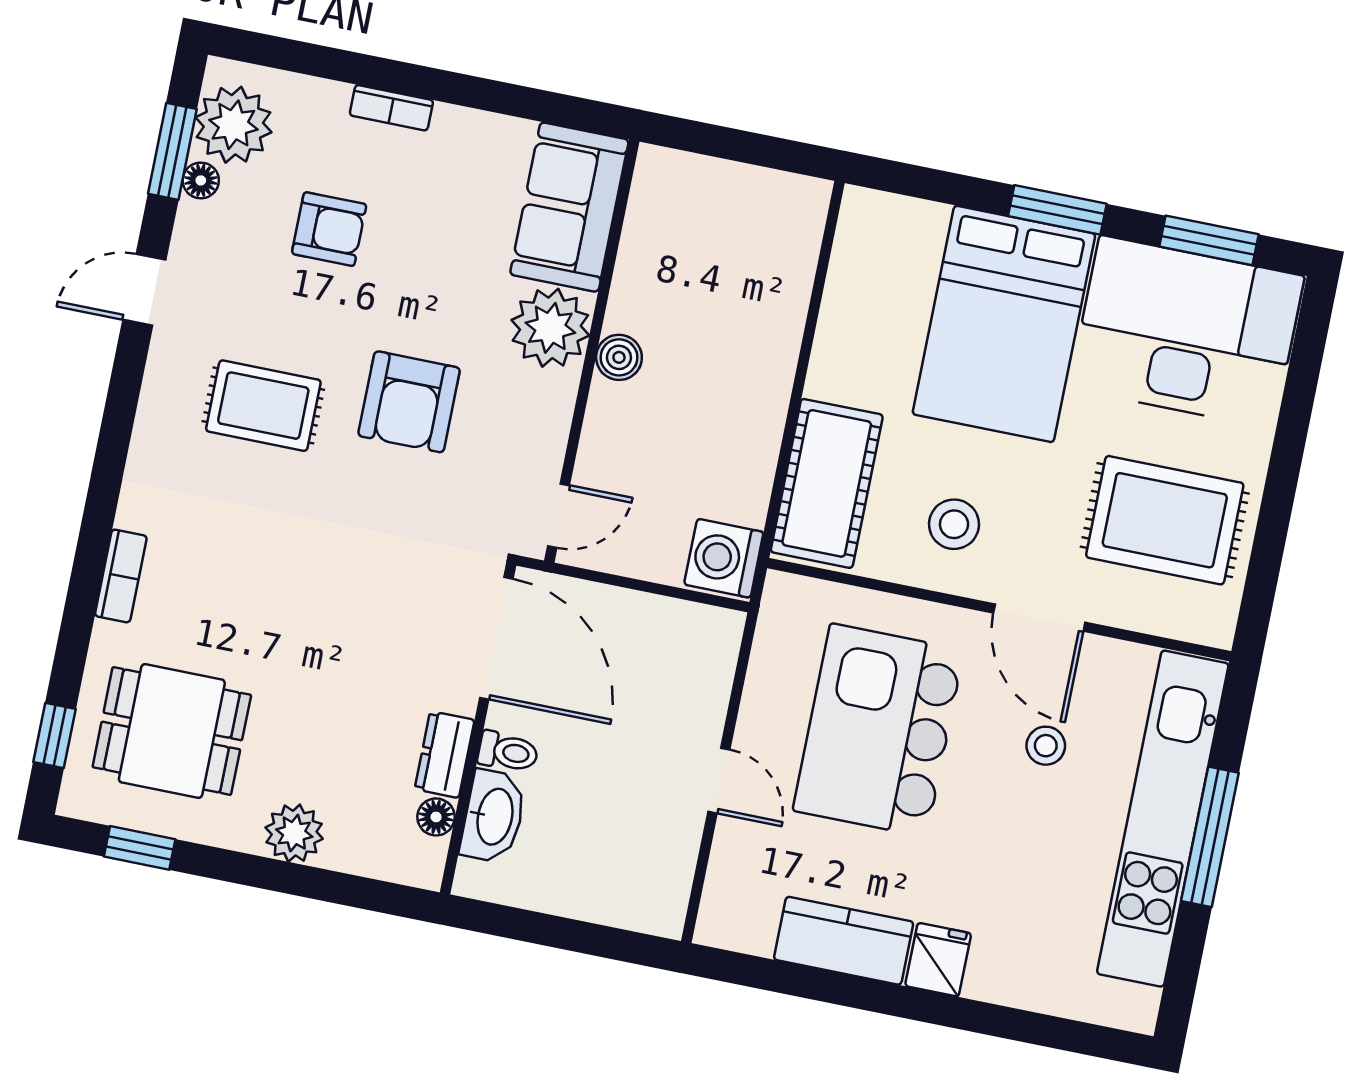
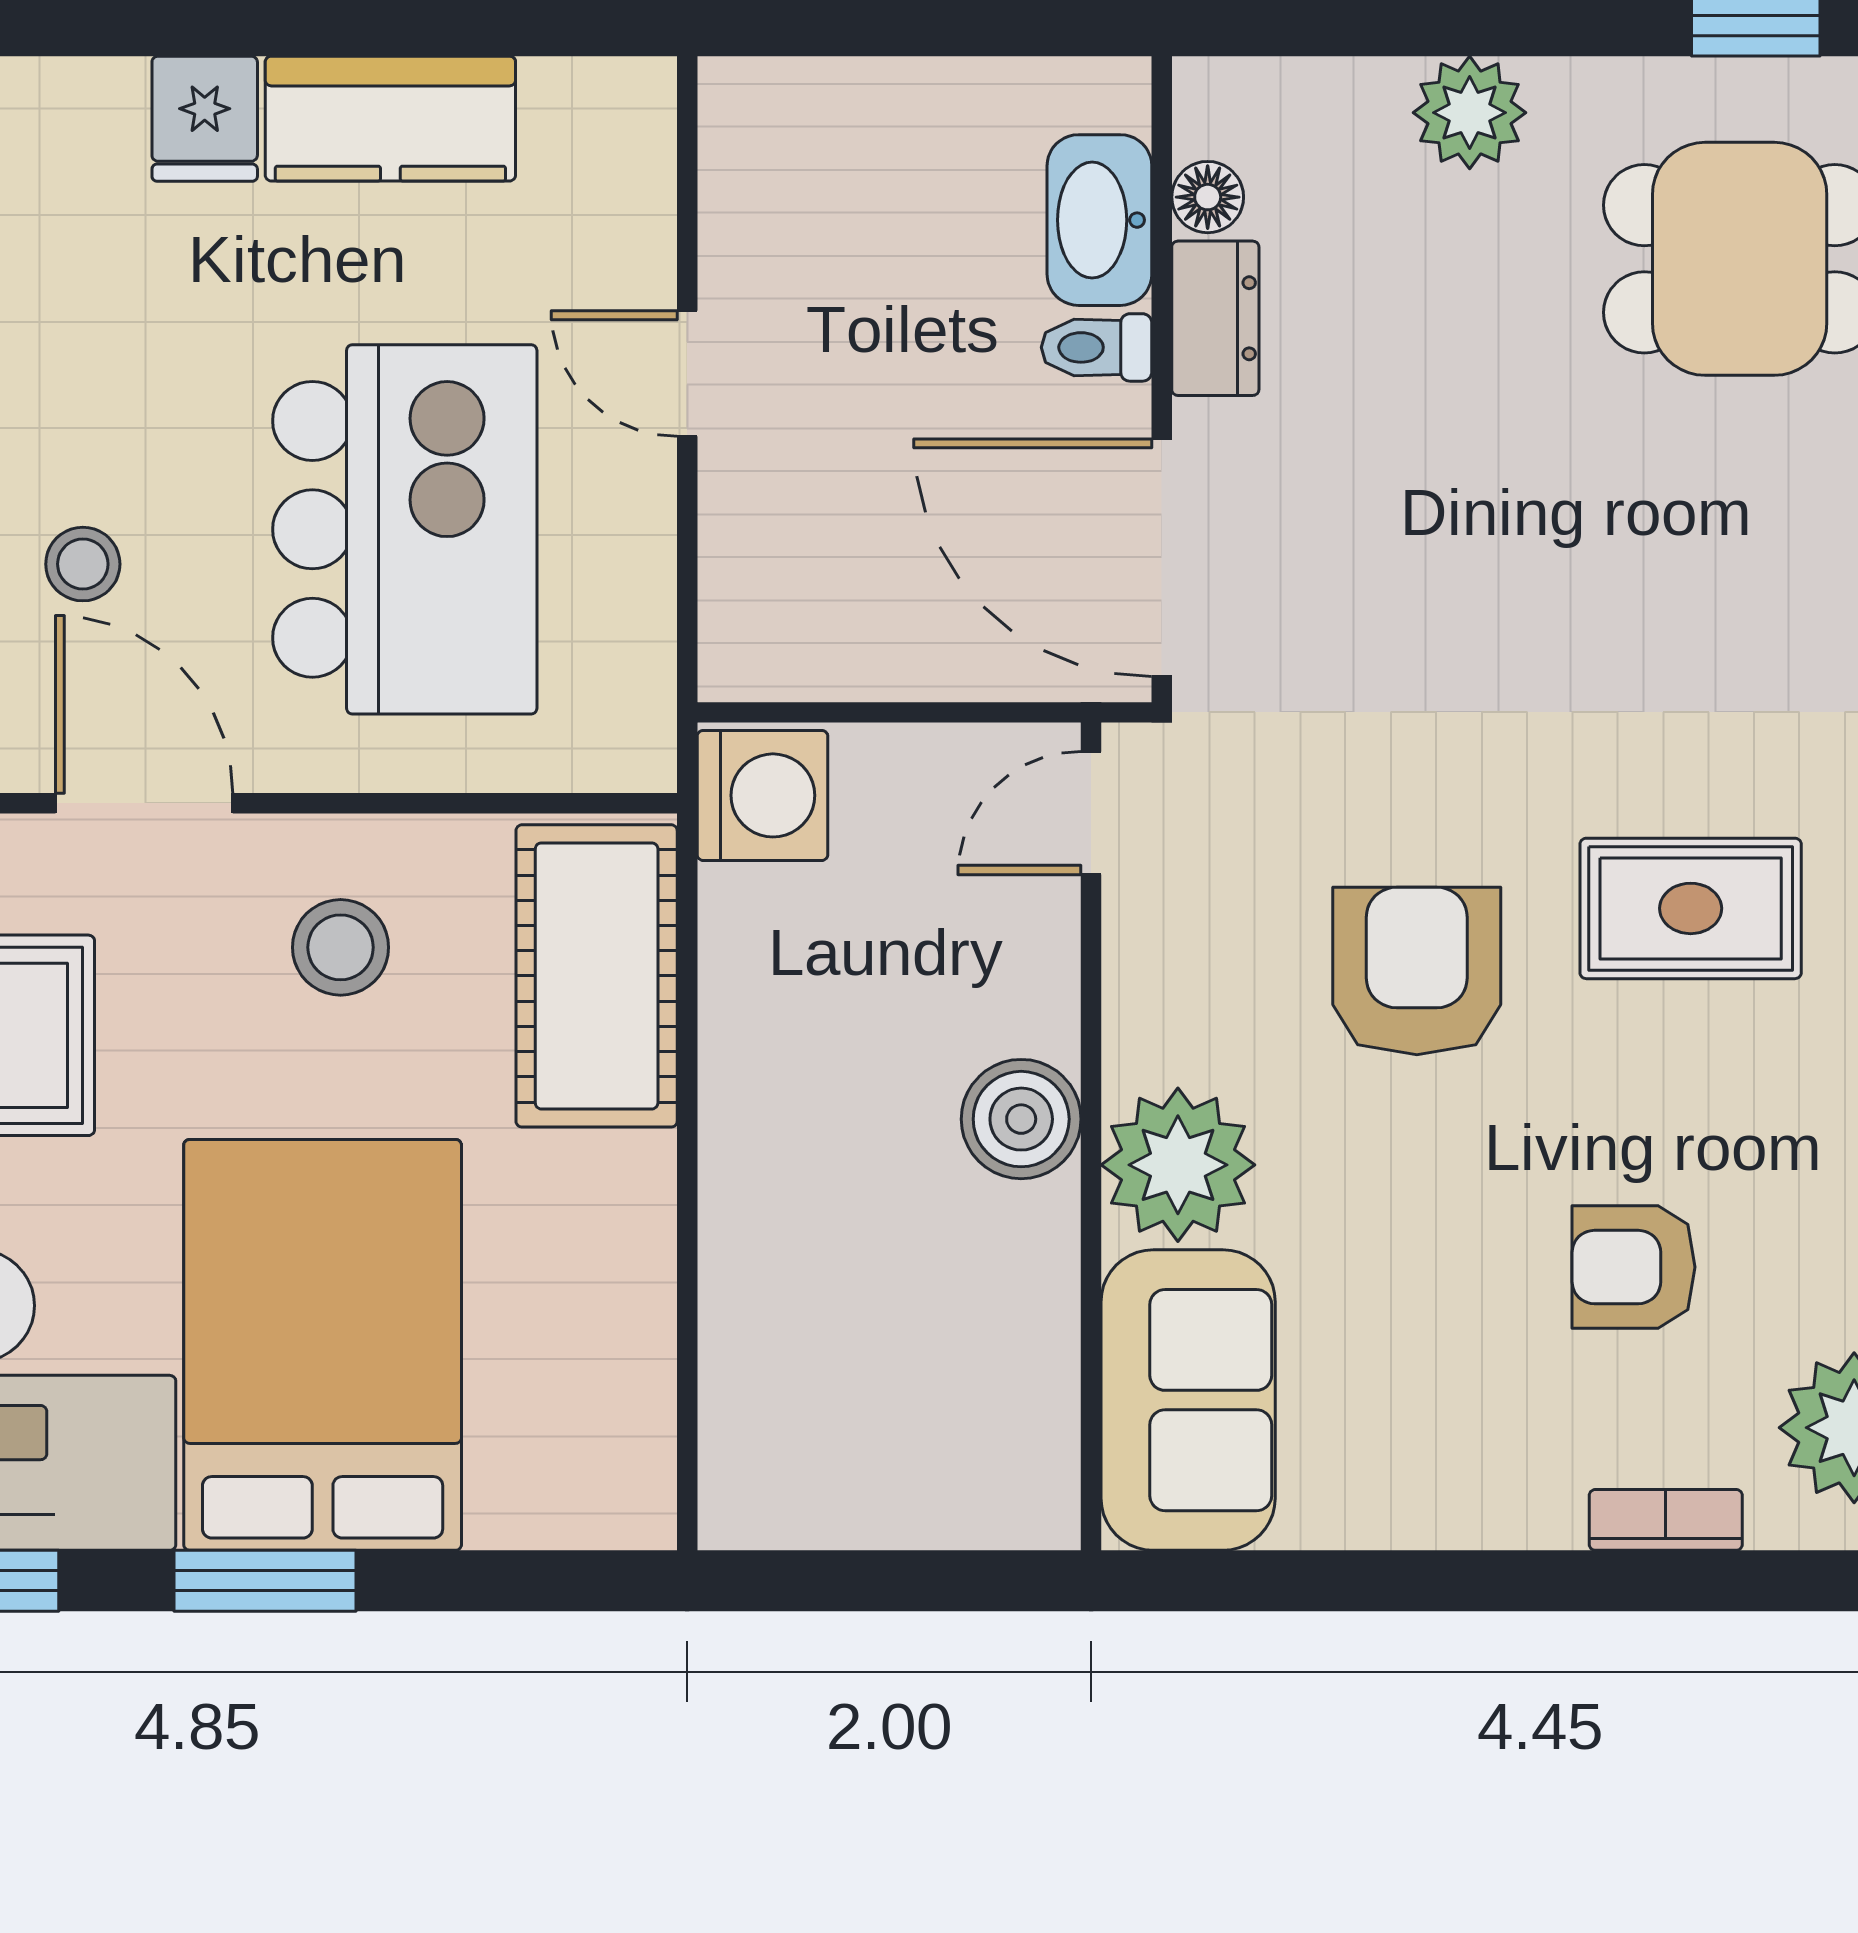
bookcase: (391, 108) -> (1666, 1520), moved
boiler: (619, 357) -> (1021, 1119), width x1.36, depth x1.36

